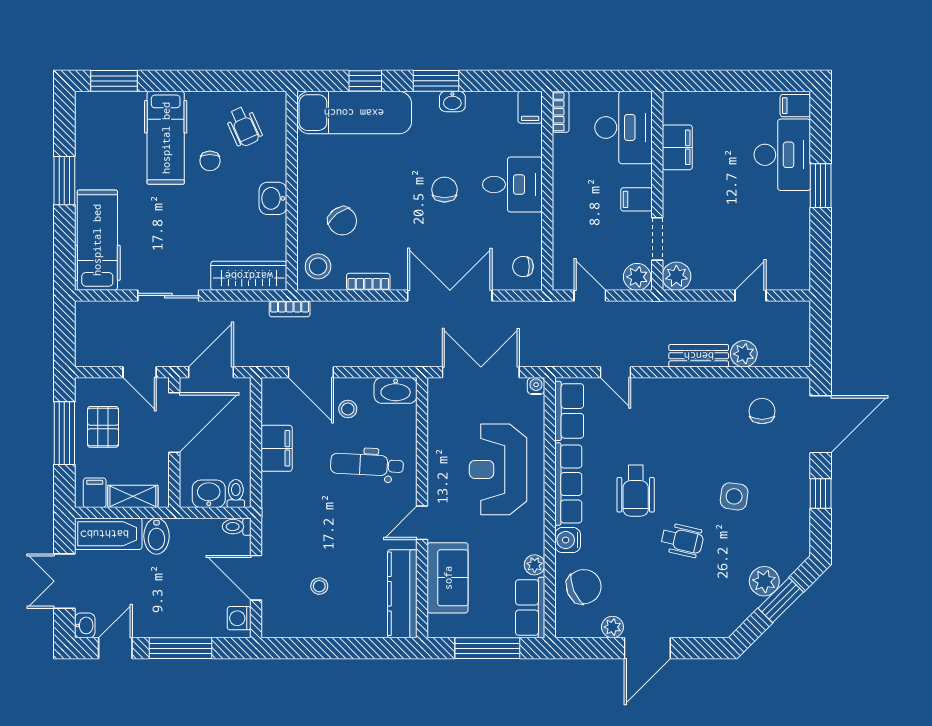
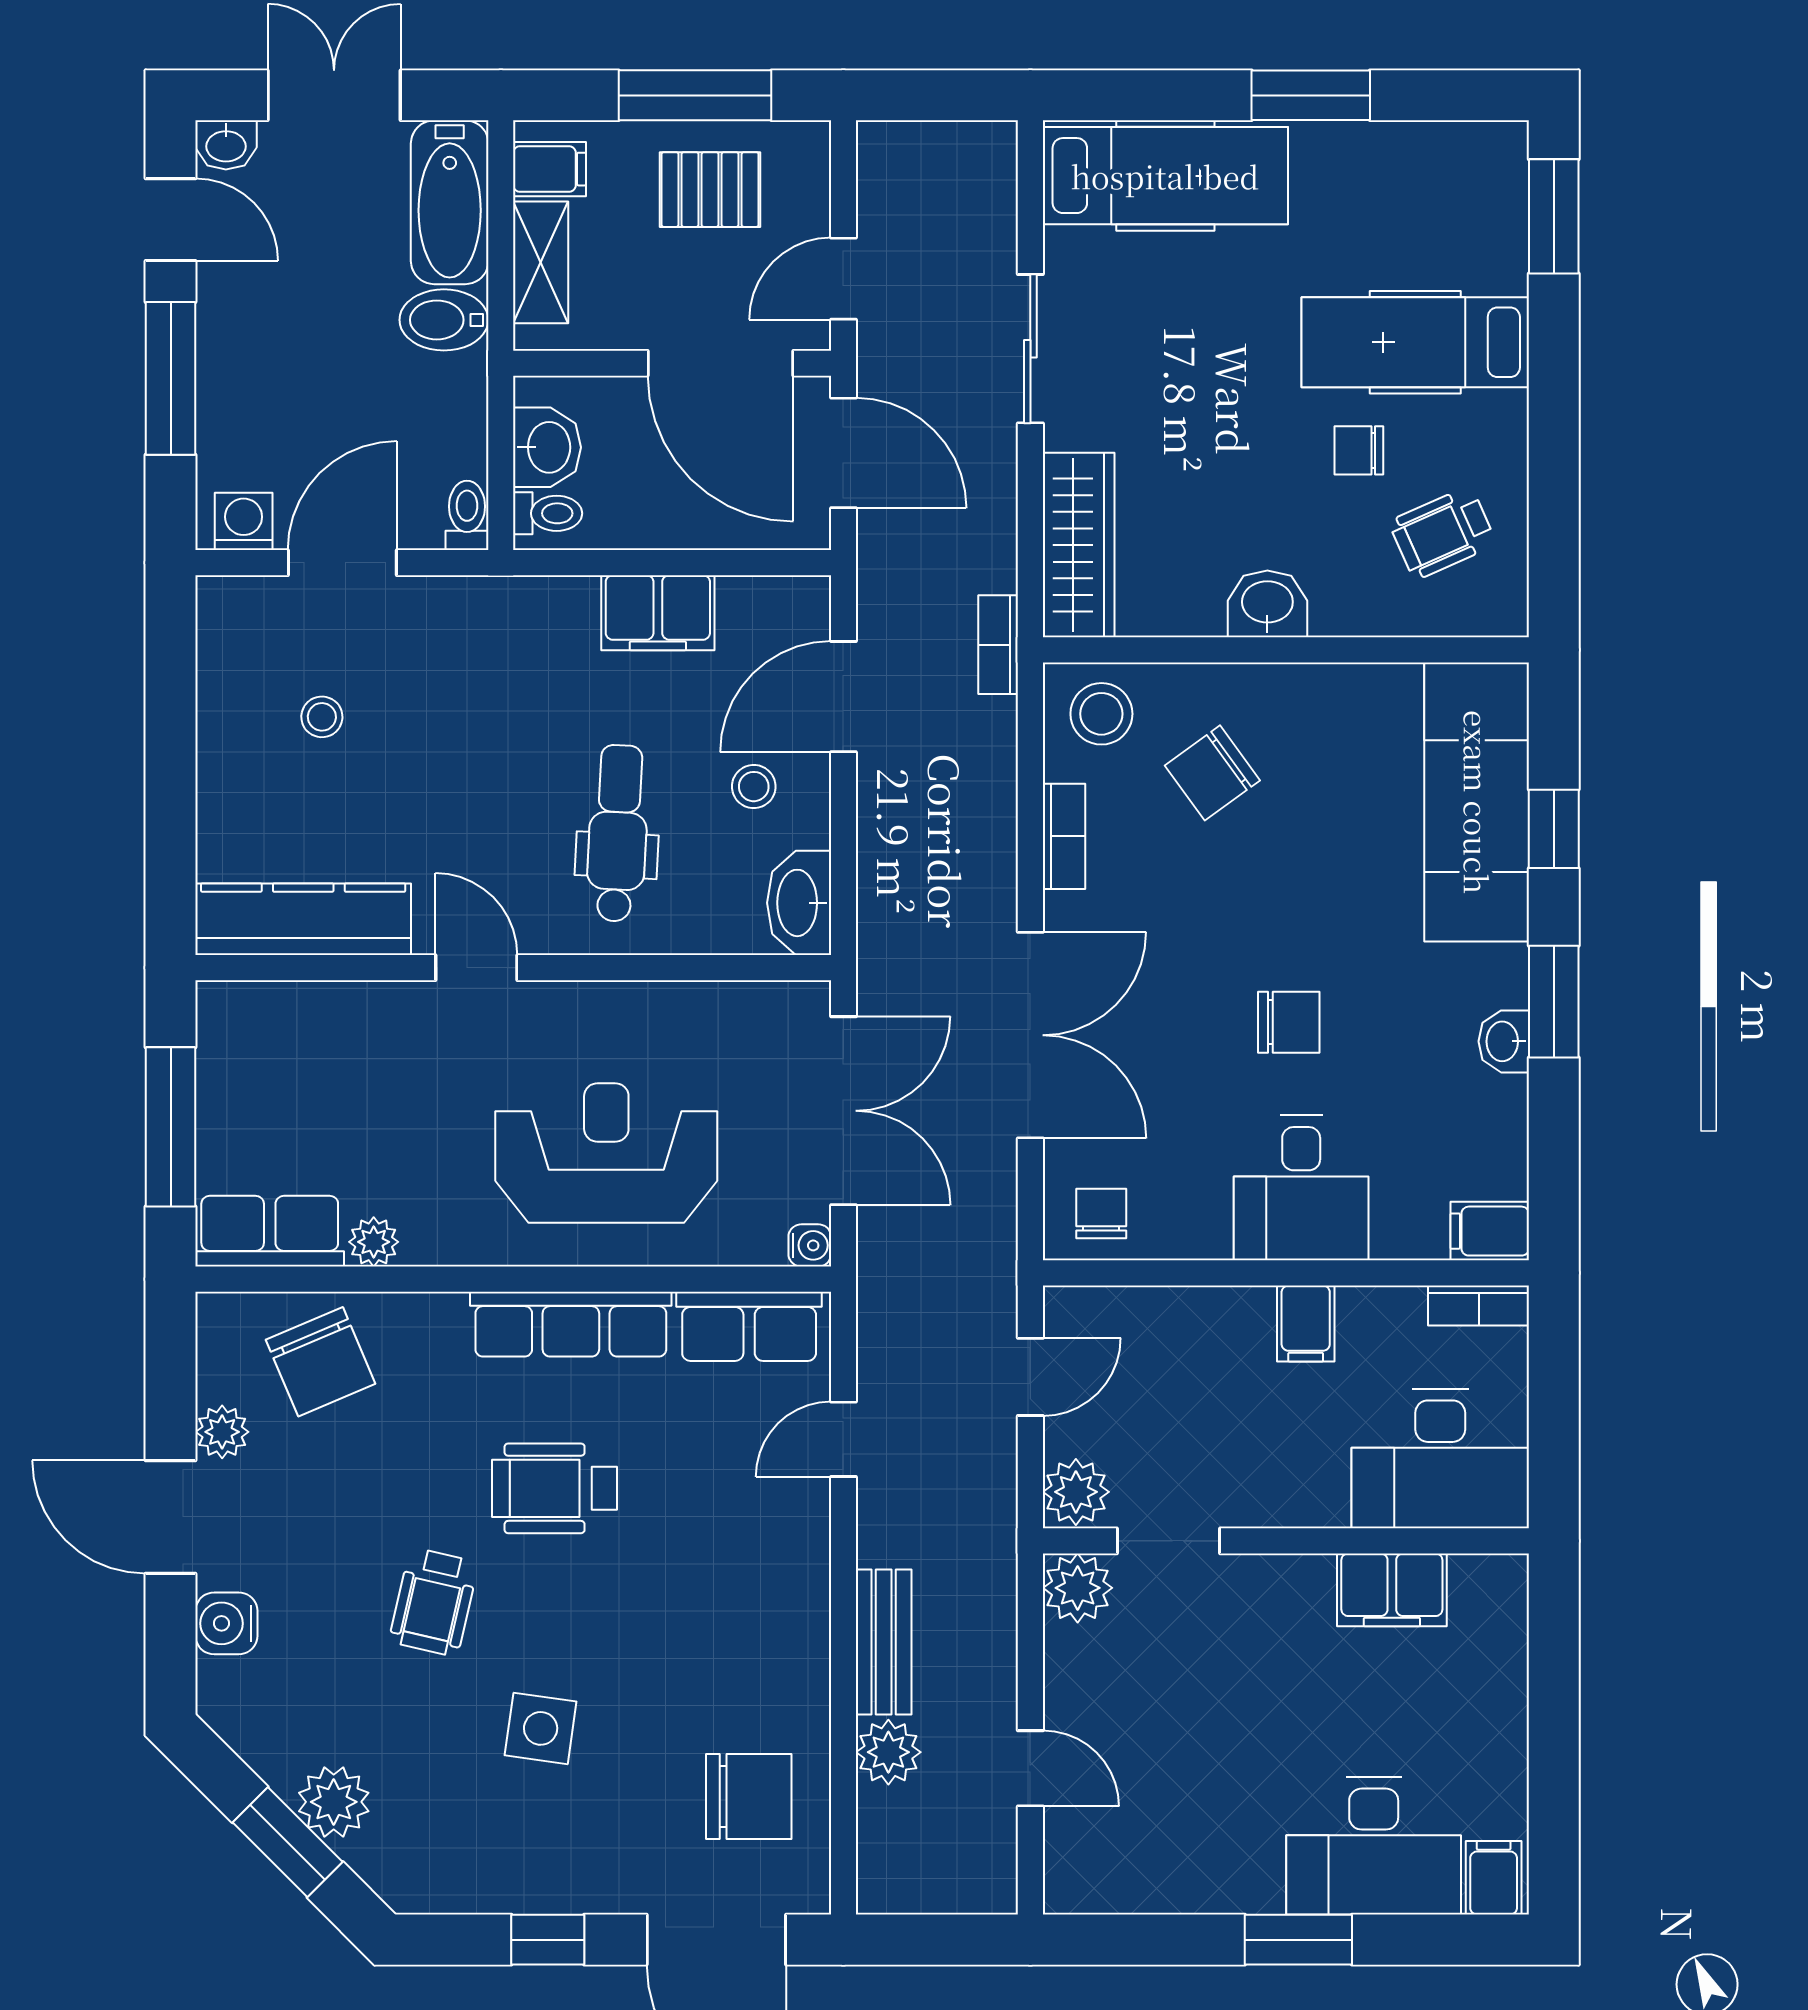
filing cabinet: (636, 199) -> (1306, 1324), moved, turned 180
chair: (762, 411) -> (749, 1797), width x1.37, depth x1.37
water cooler: (568, 540) -> (226, 1623), moved, turned -90
sofa: (448, 578) -> (342, 1030), removed

